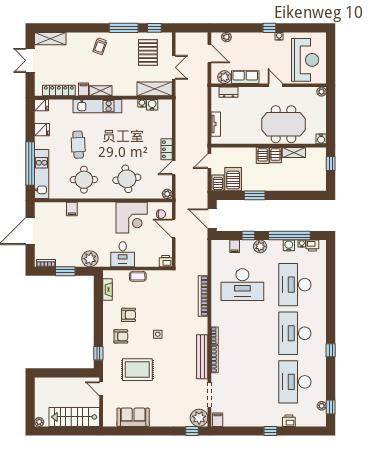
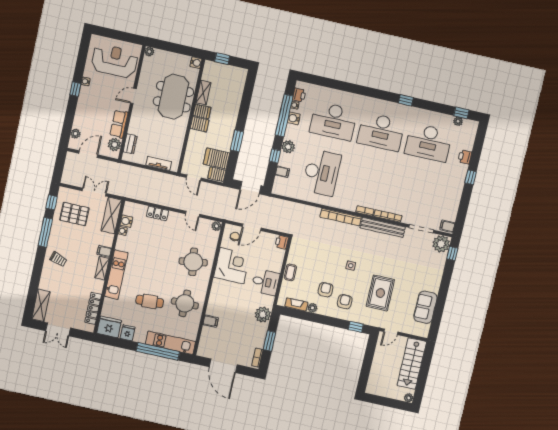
filing cabinet: (84, 89) -> (104, 251), moved
fridge: (42, 105) -> (109, 327), width x1.88, depth x1.34
locker: (167, 149) -> (158, 213), moved
bookcase: (203, 296) -> (341, 217), moved
plant: (108, 306) -> (312, 308), added

